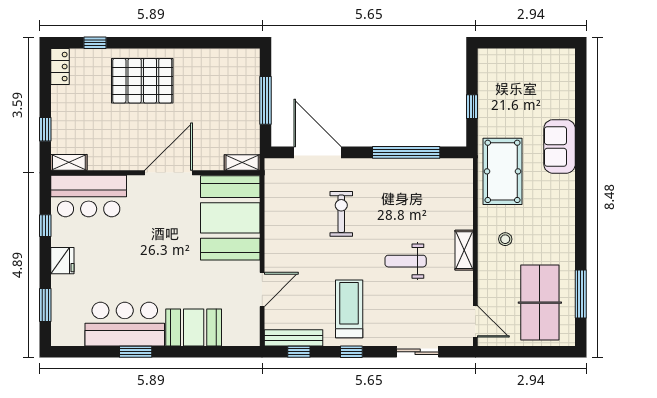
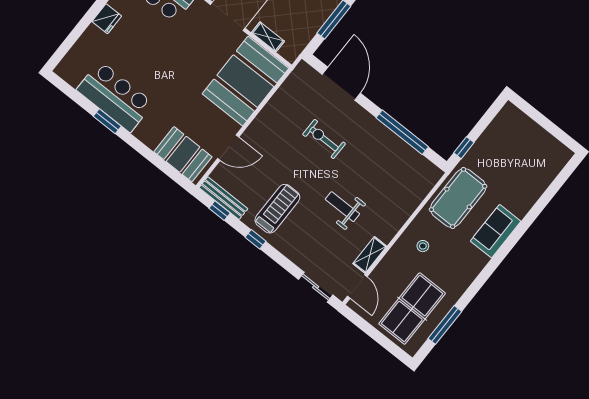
window: (472, 107) -> (464, 148), moved
sofa: (560, 146) -> (496, 231), moved
shelving: (242, 163) -> (268, 37), moved
exercise bike: (341, 214) -> (324, 139), turned -90
shelving: (464, 250) -> (370, 255), moved
window: (45, 305) -> (71, 40), removed
booth: (194, 327) -> (183, 154), moved
sliding door: (418, 352) -> (316, 287), moved

